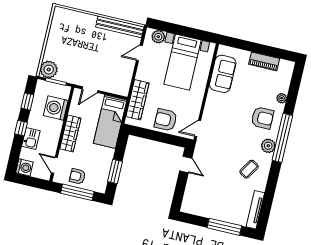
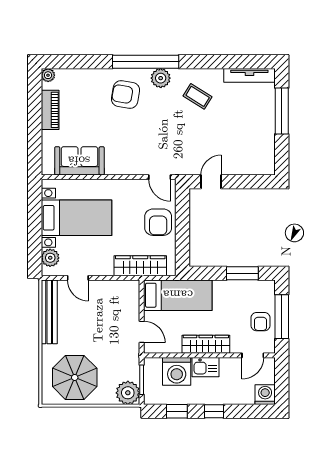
parasol: (69, 34) -> (75, 377), added
plant: (282, 98) -> (48, 75), moved
armchair: (262, 118) -> (126, 95), turned -81
kitchen sink: (31, 138) -> (205, 367), moved, turned 180

